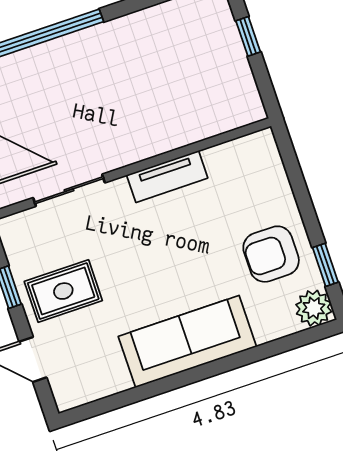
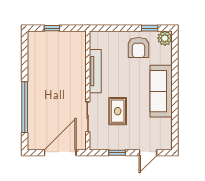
tv unit: (167, 177) -> (95, 71), width x1.41
rug: (63, 291) -> (118, 111), moved

